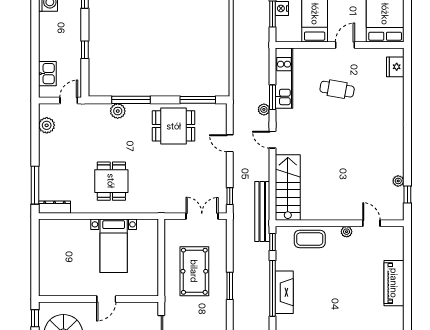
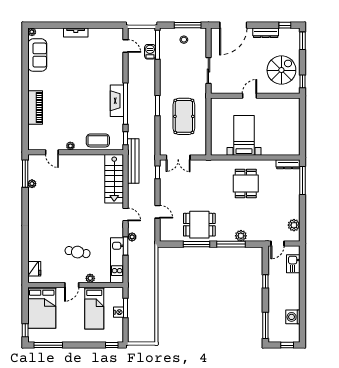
plant: (320, 54) -> (90, 278), added
window: (198, 100) -> (197, 244), moved
window: (407, 194) -> (25, 174), width x2.17

